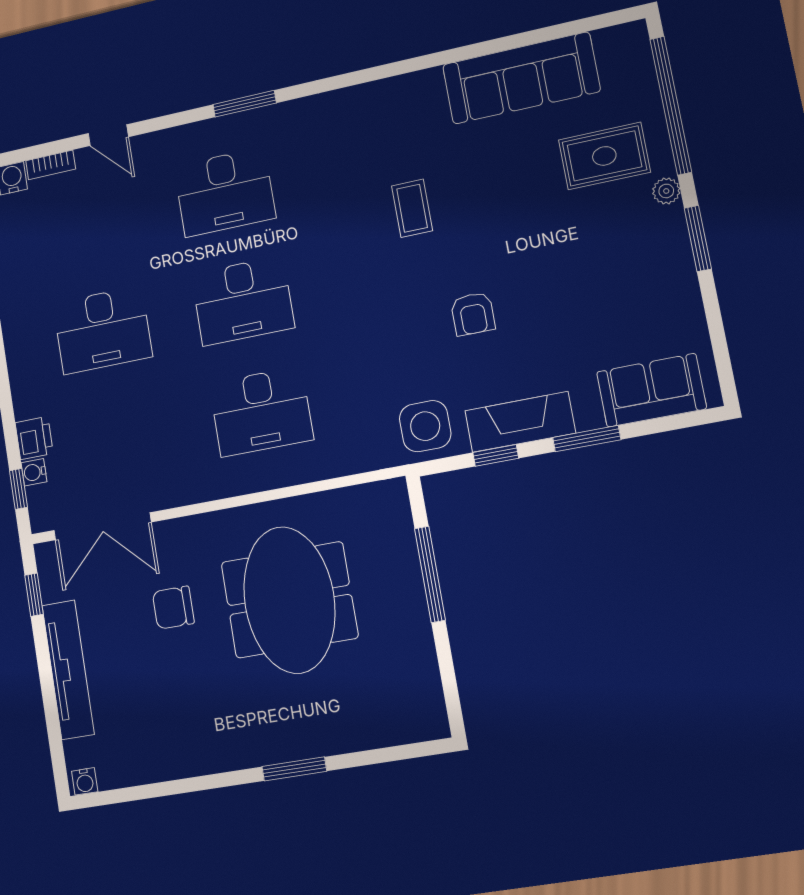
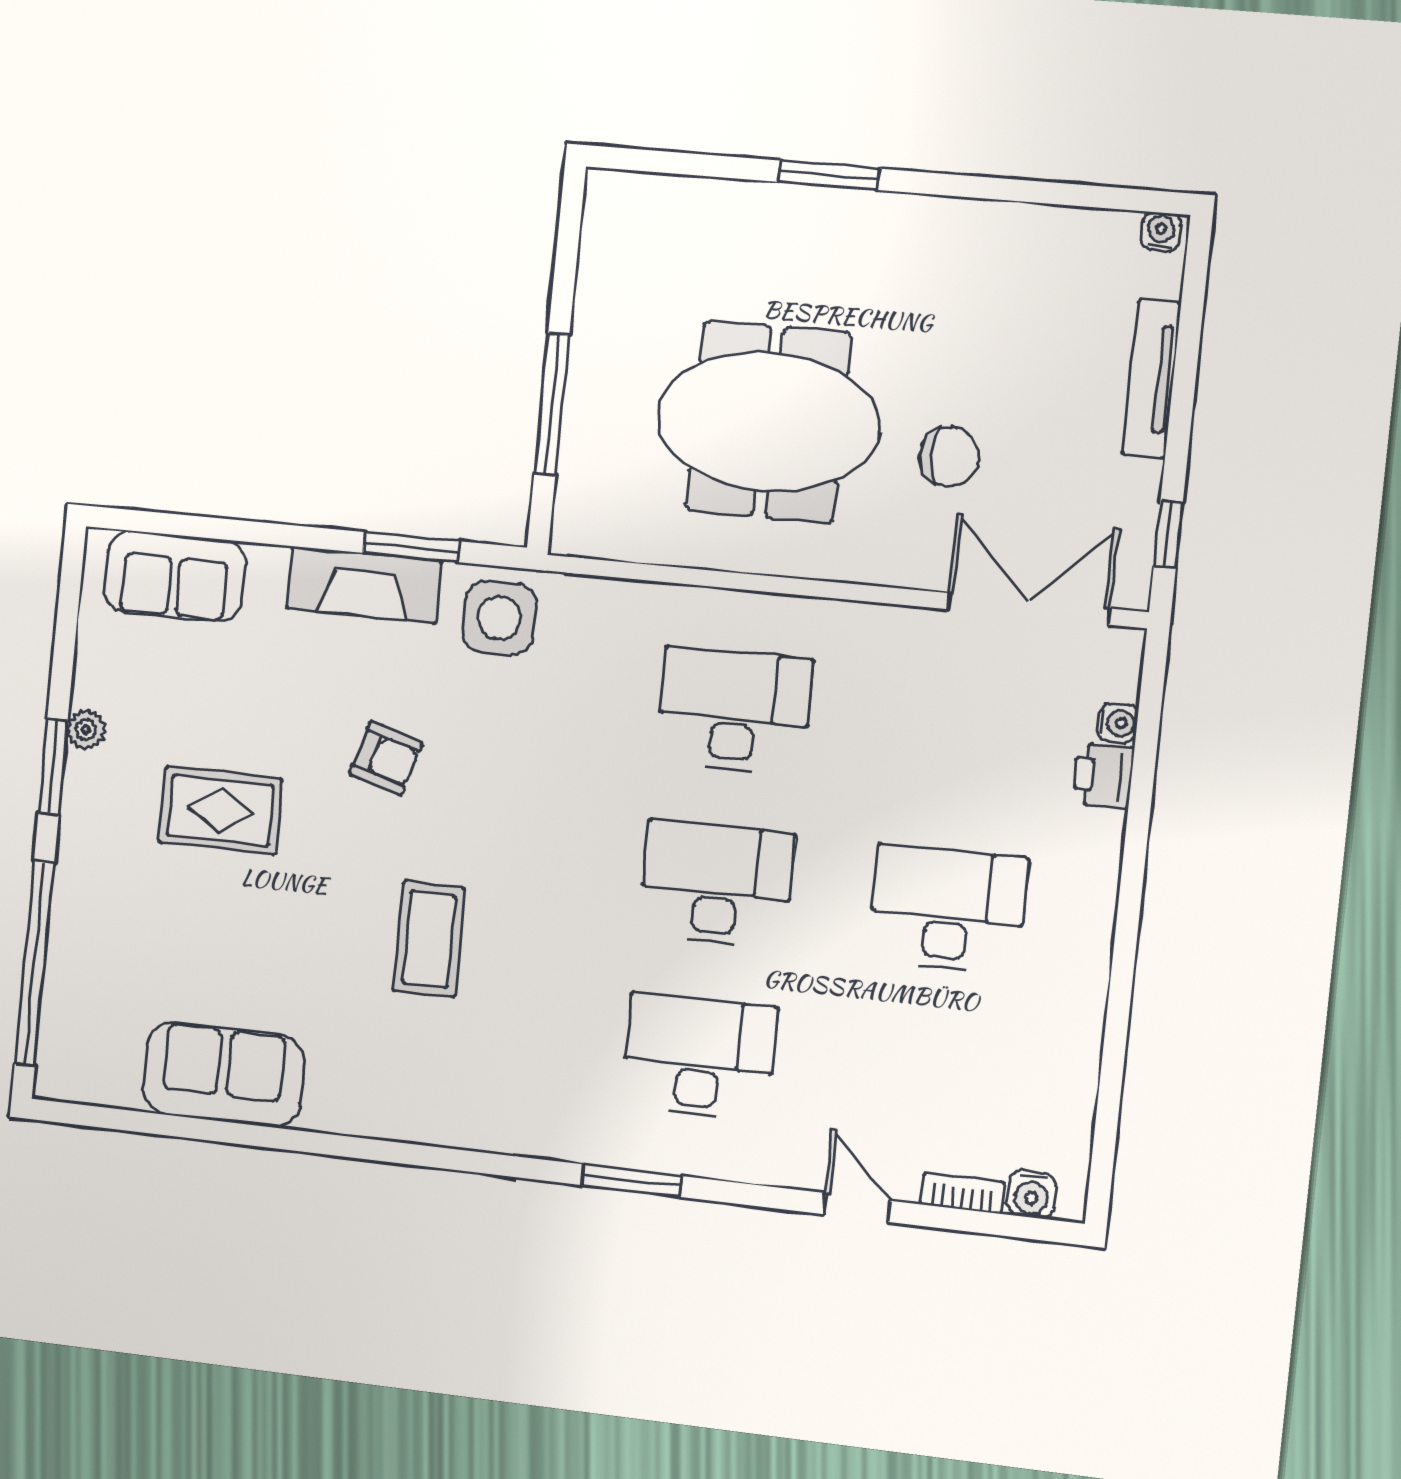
sofa: (521, 78) -> (223, 1075), width x0.73
rug: (604, 156) -> (220, 811), moved
plant: (666, 191) -> (86, 730), moved
coffee table: (412, 208) -> (429, 939), width x1.36, depth x1.30
armchair: (473, 314) -> (386, 758), turned 107
window: (587, 439) -> (280, 535), removed
window: (496, 455) -> (411, 547), width x1.50
window: (19, 489) -> (1150, 704), removed
meeting table: (289, 600) -> (768, 422), turned 90
tv unit: (68, 670) -> (1152, 379), width x0.73, depth x0.78

